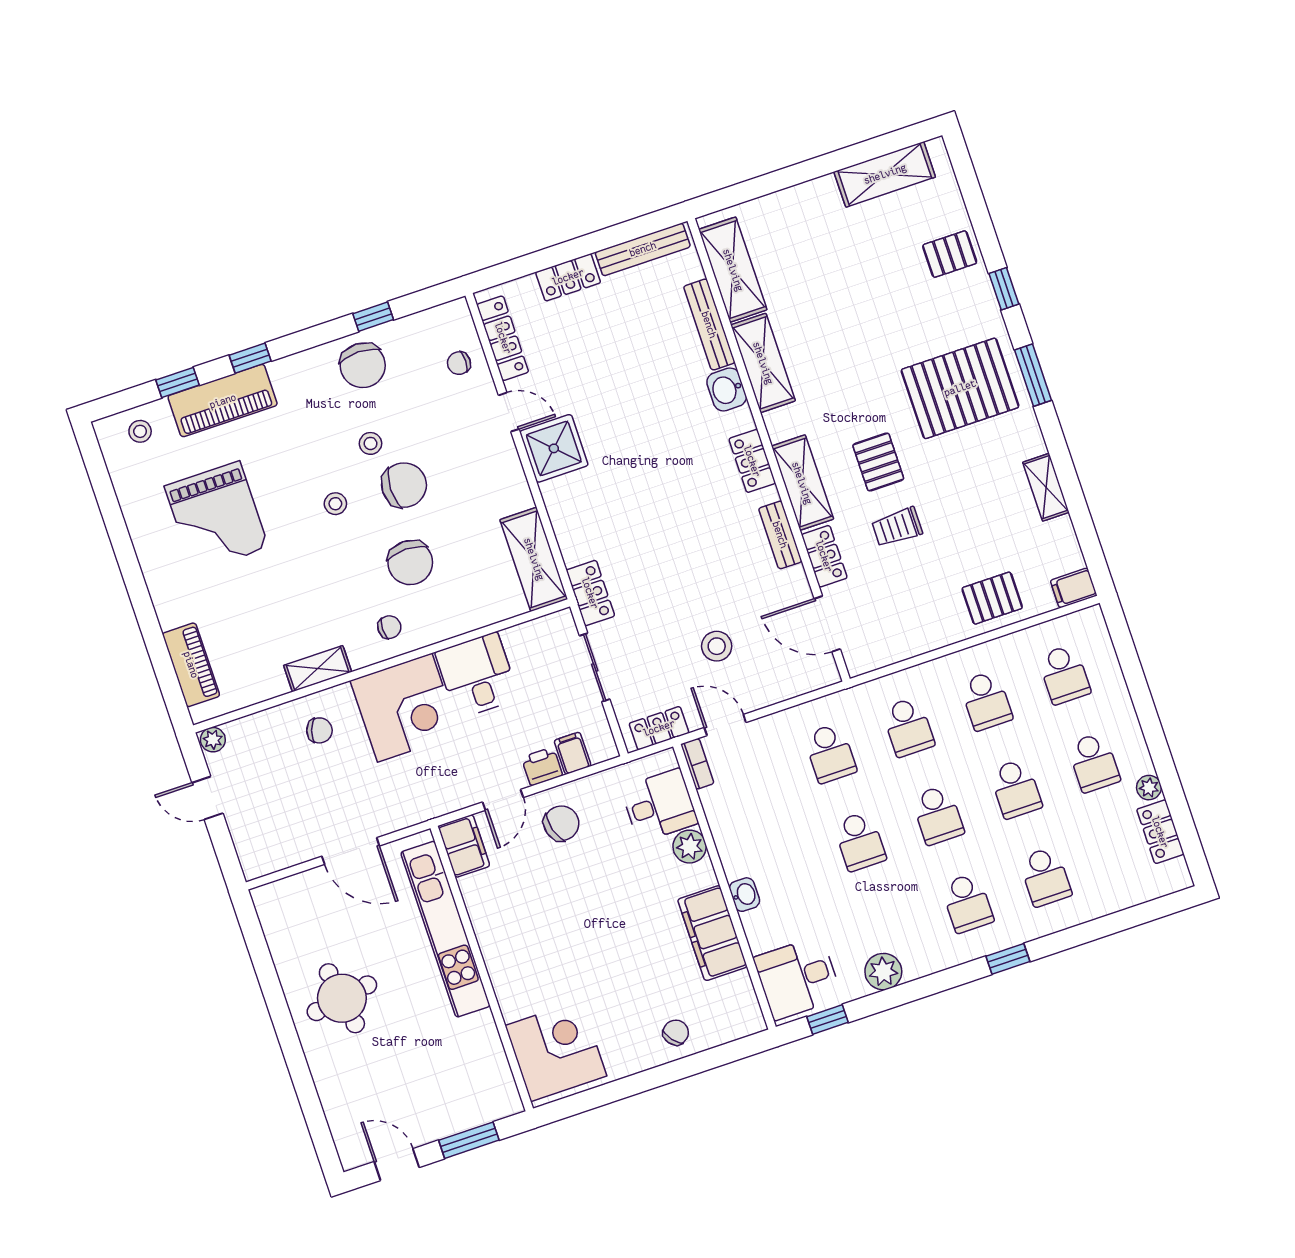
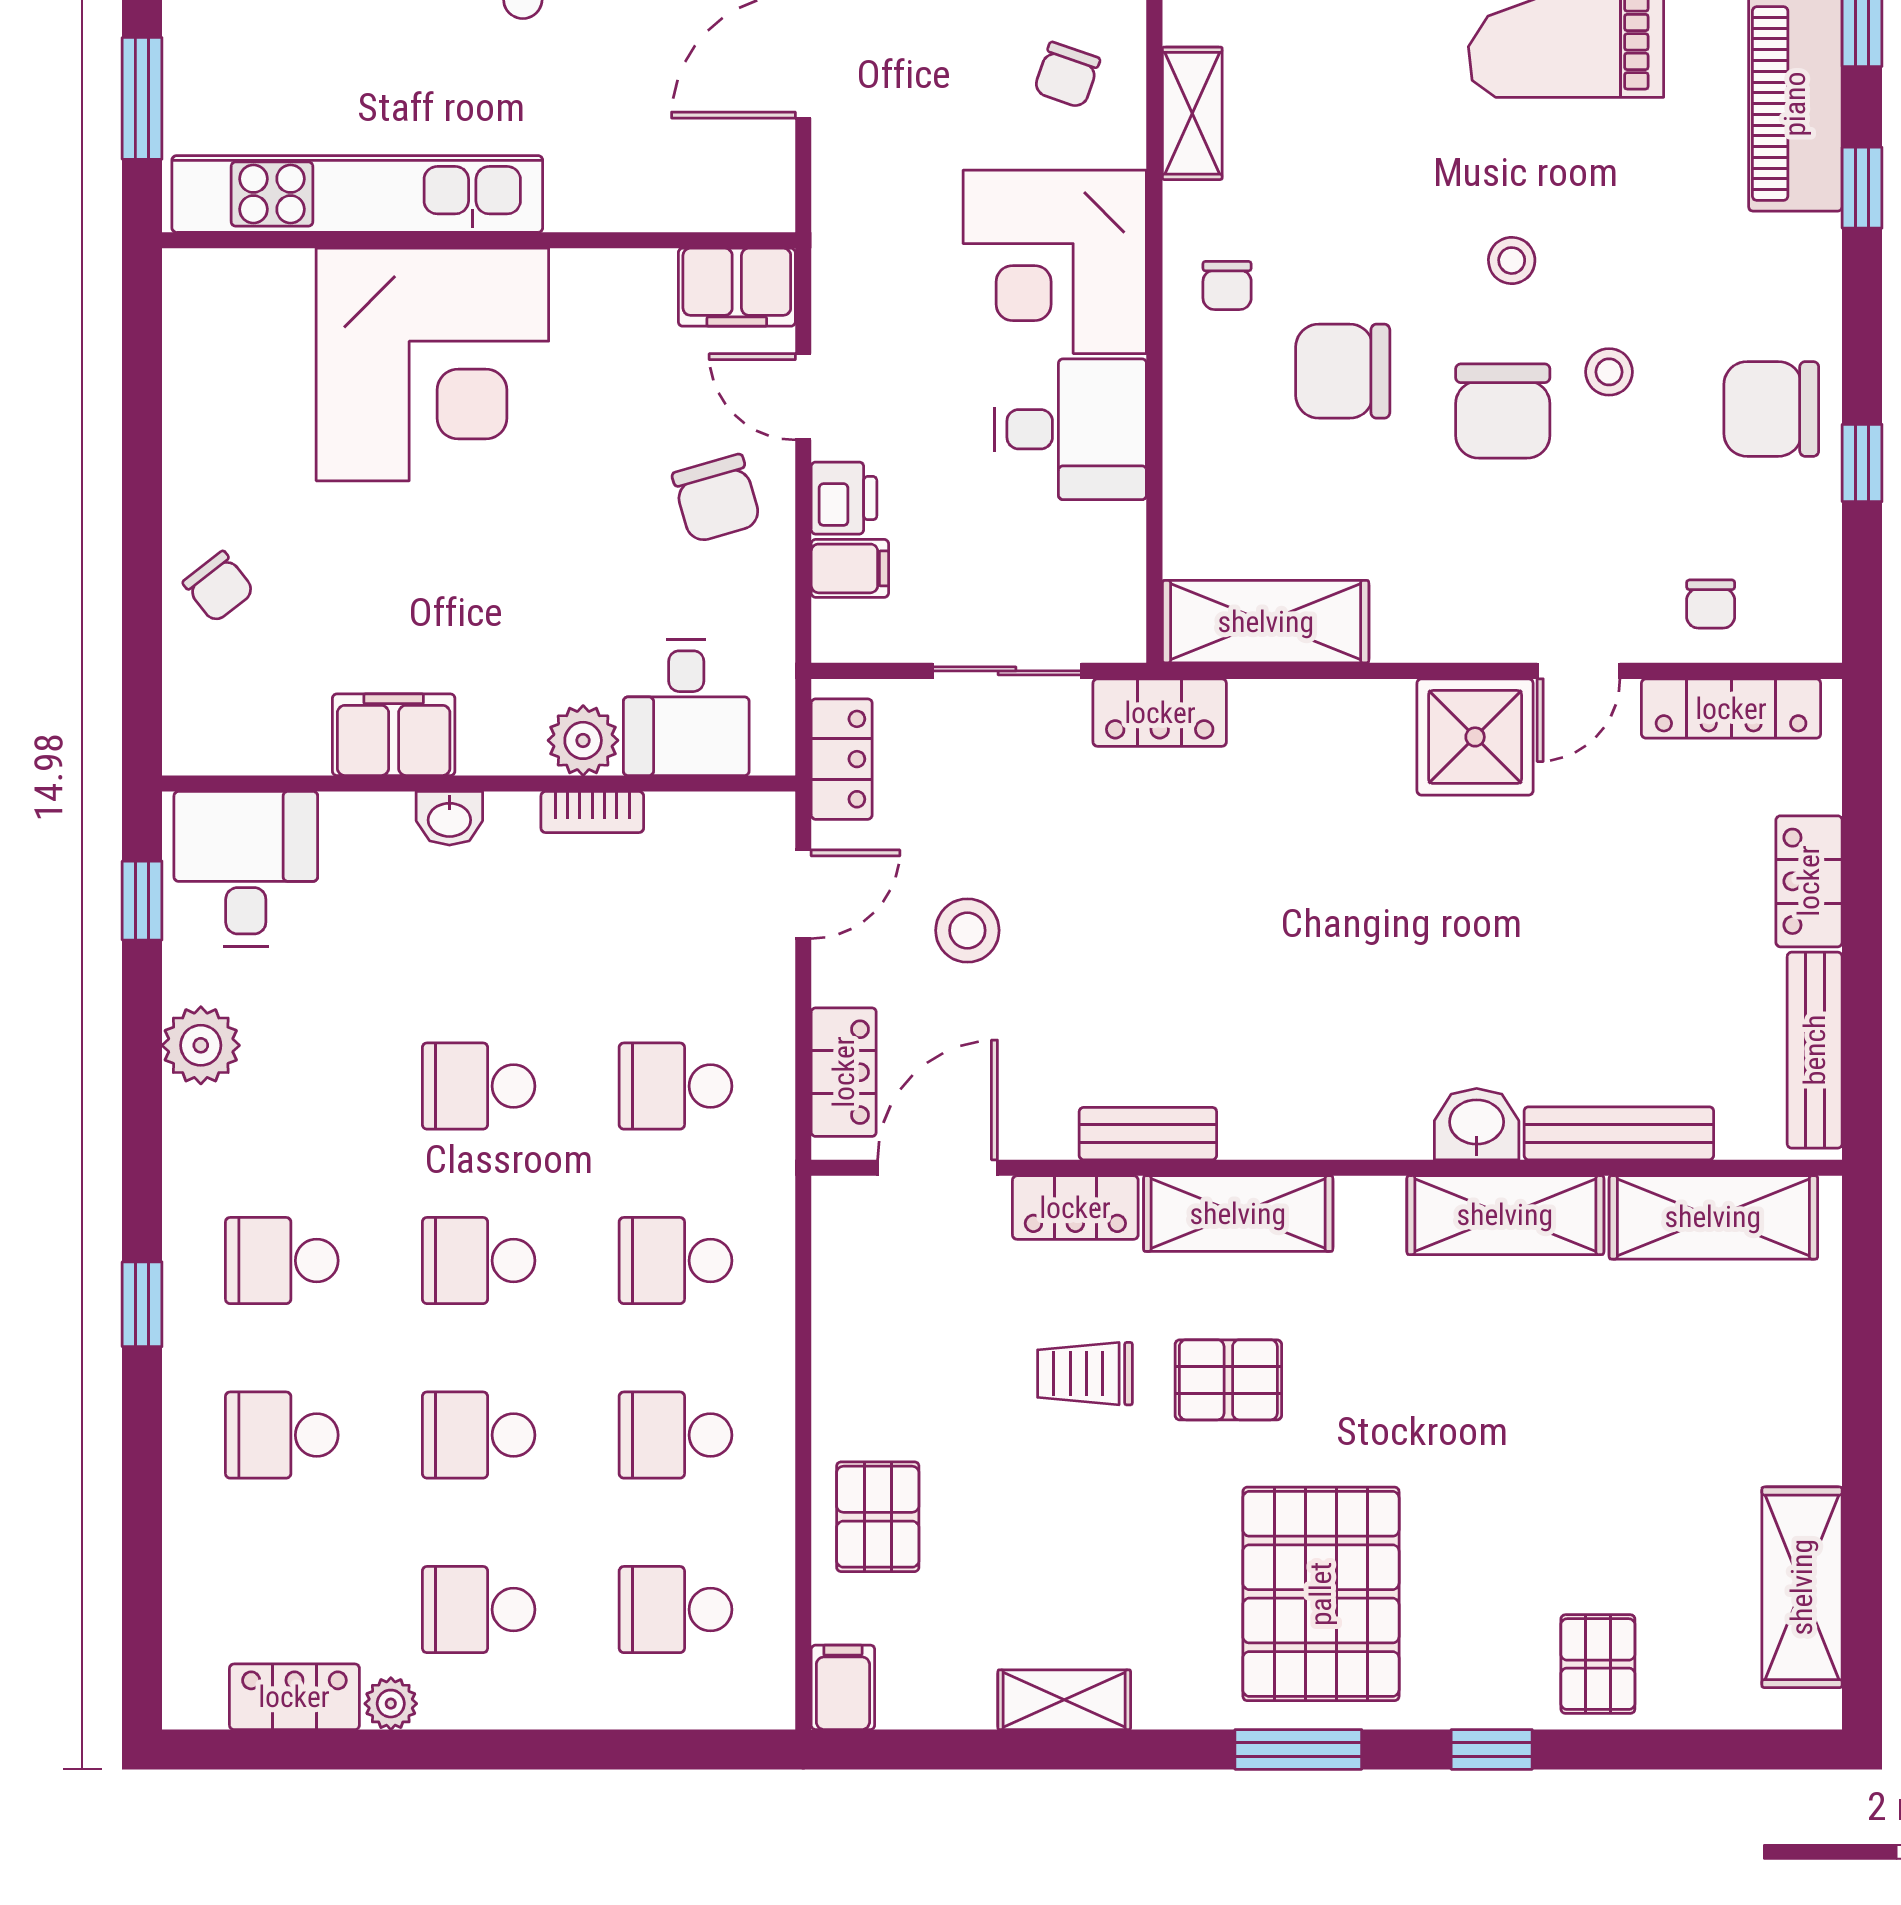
chair: (459, 363) -> (1711, 604), turned 180
locker: (752, 461) -> (844, 1072), moved, turned 90
trolley: (897, 527) -> (1085, 1374), turned -90
bookcase: (697, 764) -> (592, 812), moved
kitchen unit: (445, 929) -> (357, 194), moved
filing cabinet: (712, 933) -> (394, 735), width x0.67, depth x0.86
corner desk: (556, 1051) -> (432, 364), moved, width x1.36, depth x1.36

